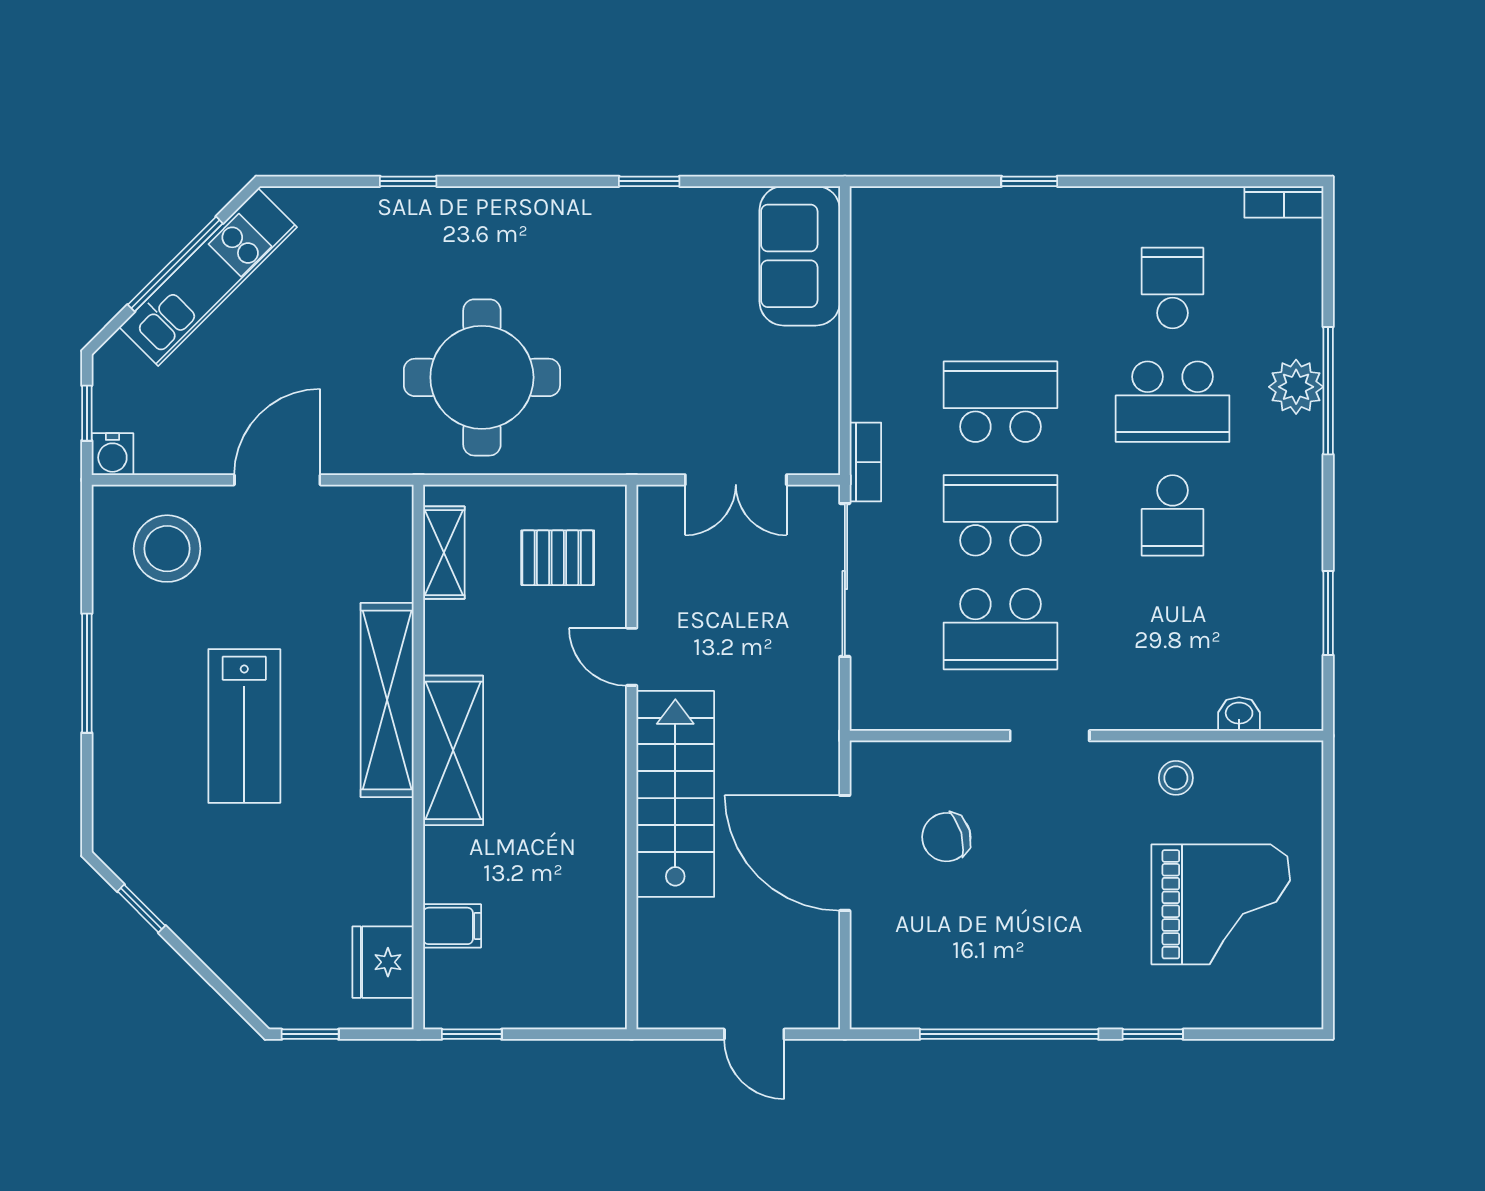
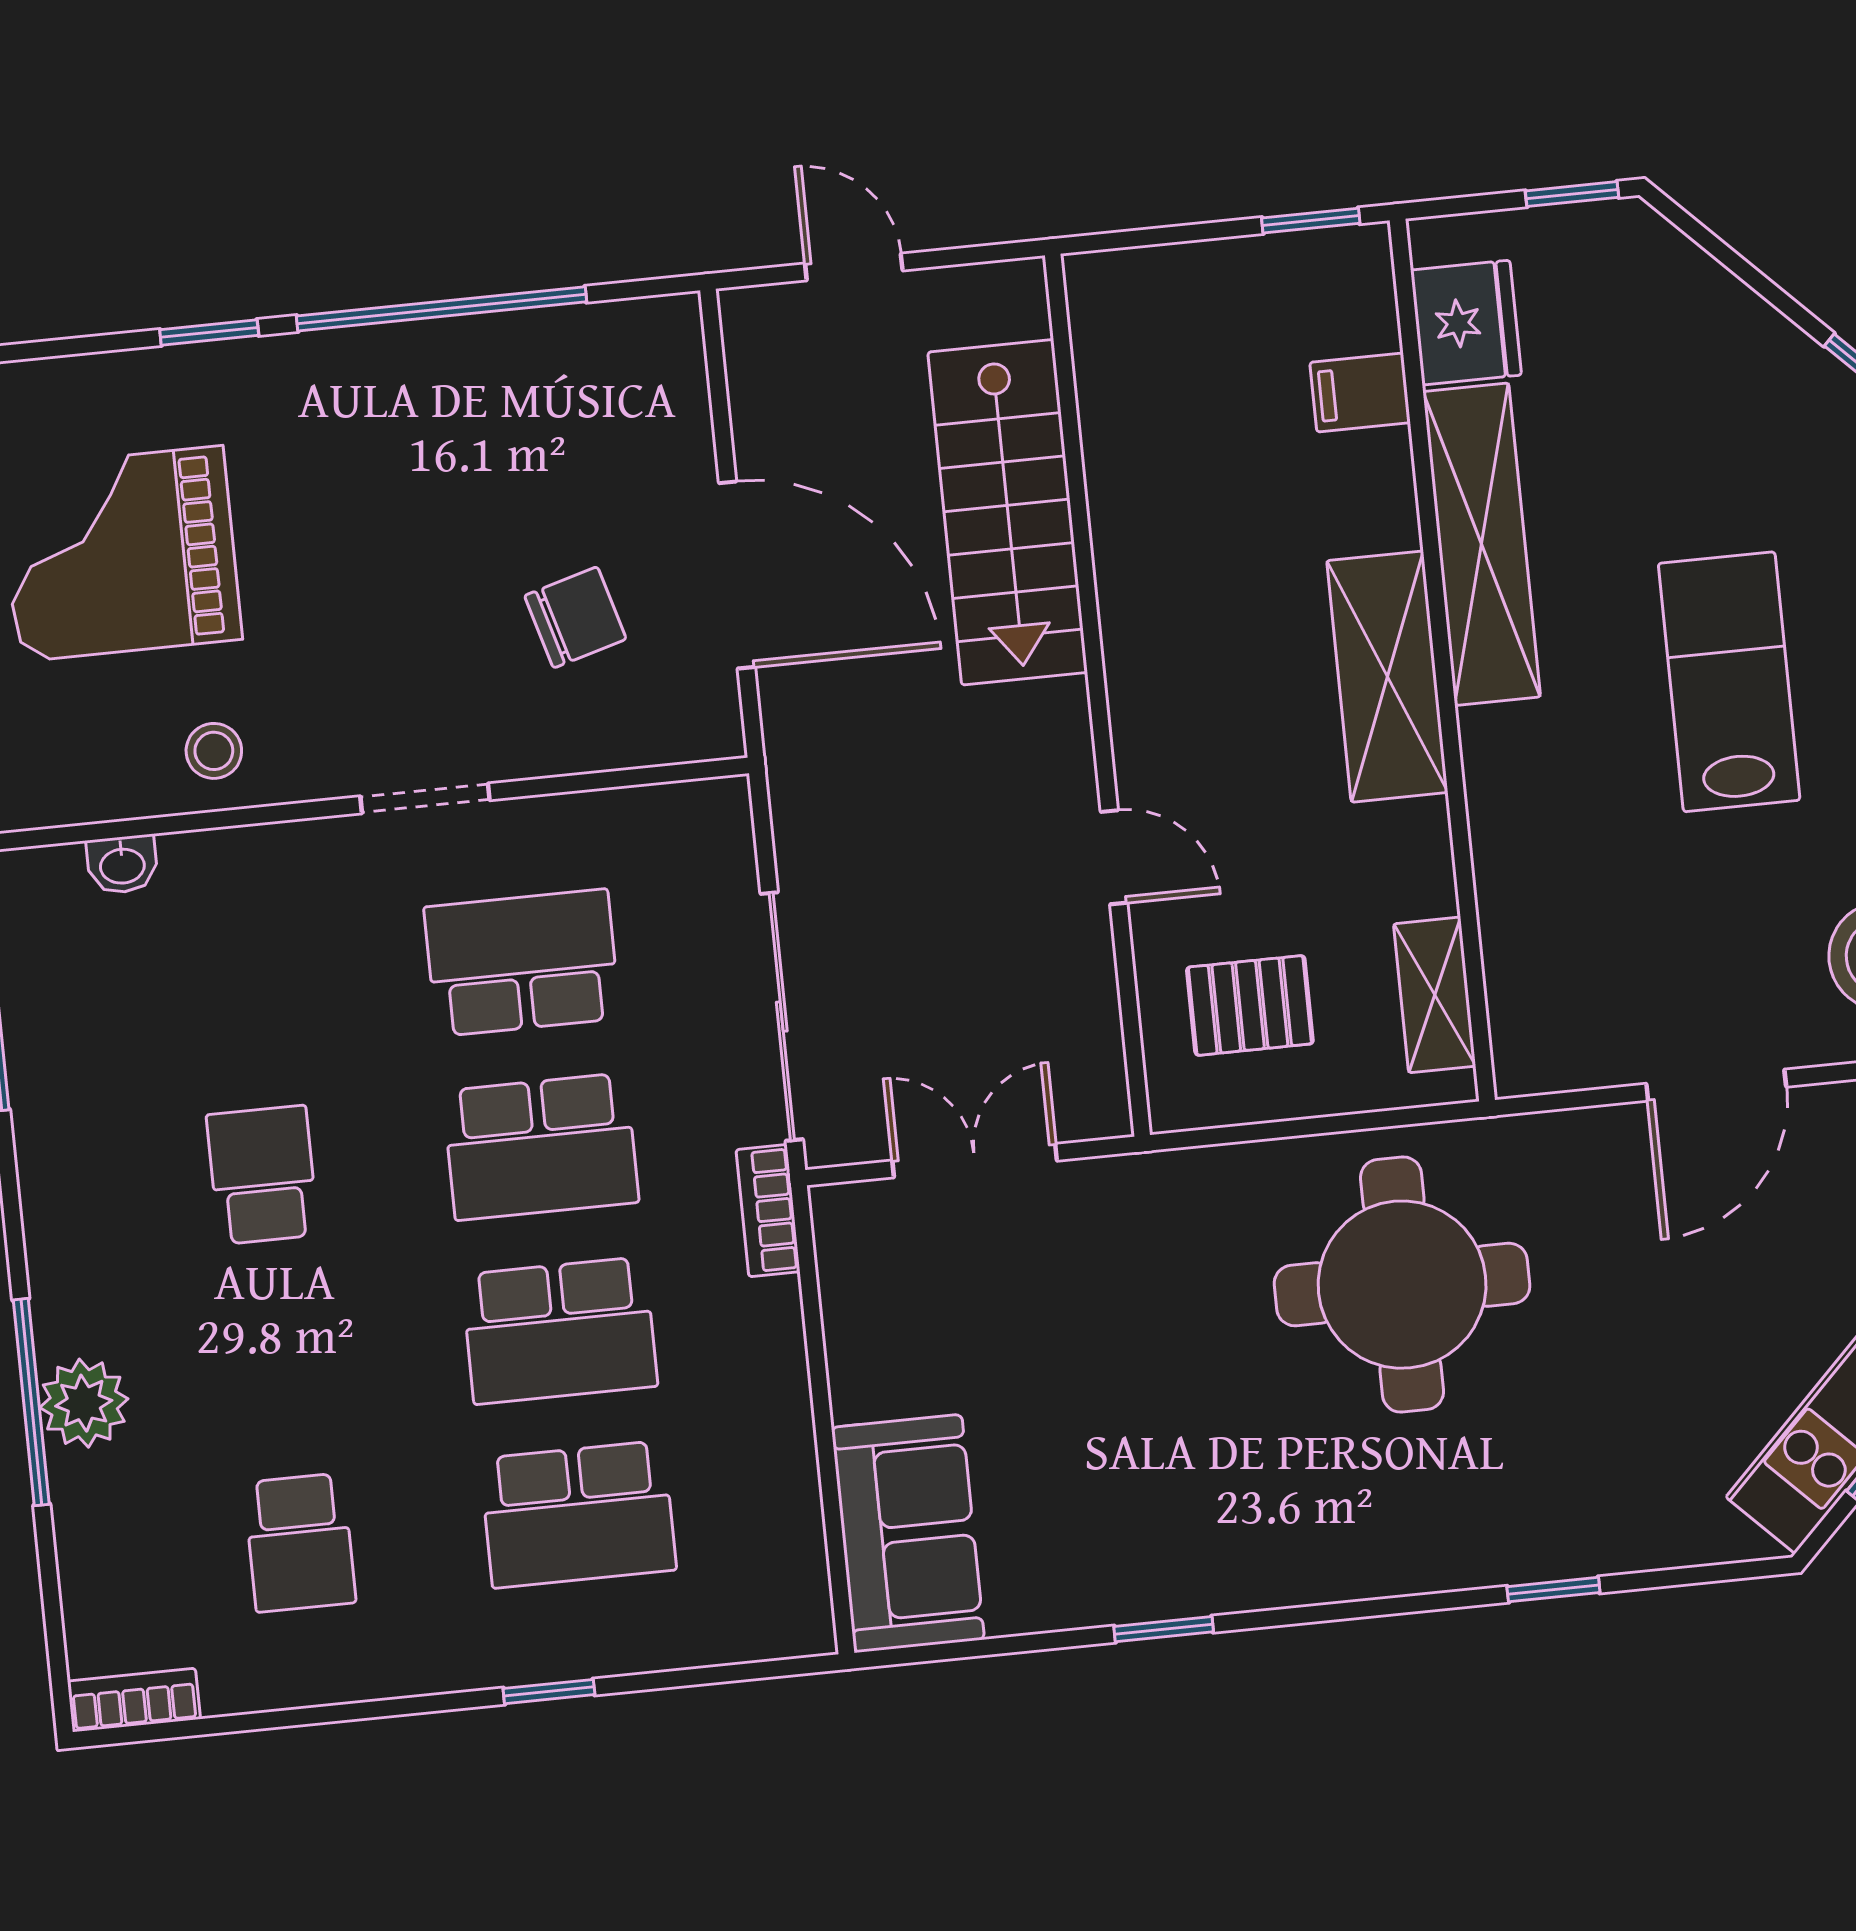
school desk: (1173, 402) -> (578, 1514), moved, turned 180
shelving: (387, 700) -> (1482, 544), moved
stairs: (675, 794) -> (1008, 512), moved

